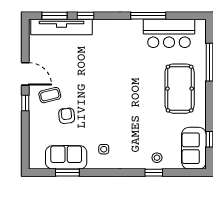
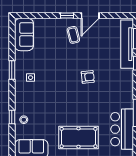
armchair: (67, 116) -> (88, 77), moved
sofa: (66, 157) -> (24, 35), moved
window: (67, 173) -> (12, 70), moved

